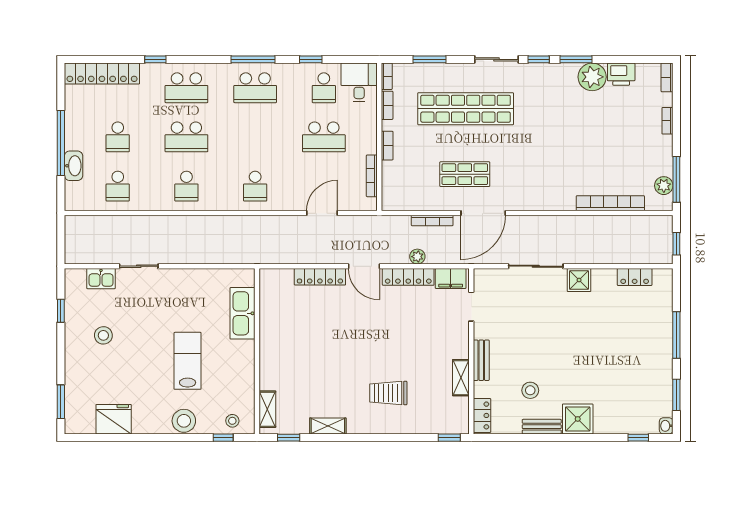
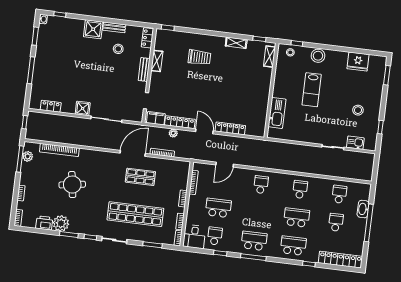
round table: (581, 146) -> (72, 185), added

